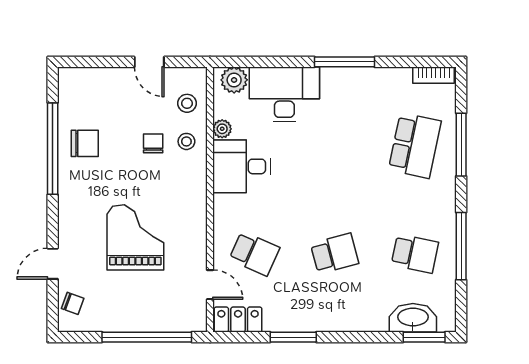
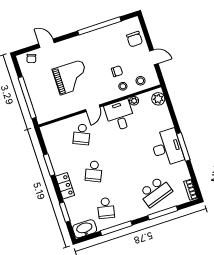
door: (149, 62) -> (154, 57), swing flipped
desk: (284, 94) -> (167, 148), moved
chair: (85, 143) -> (135, 39), moved
school desk: (415, 145) -> (155, 192), turned -30
school desk: (335, 254) -> (94, 171), turned 39
door: (210, 285) -> (93, 108), moved
washbasin: (413, 318) -> (85, 229), moved, turned -90
locker: (238, 320) -> (65, 186), moved
window: (424, 337) -> (65, 212), moved

